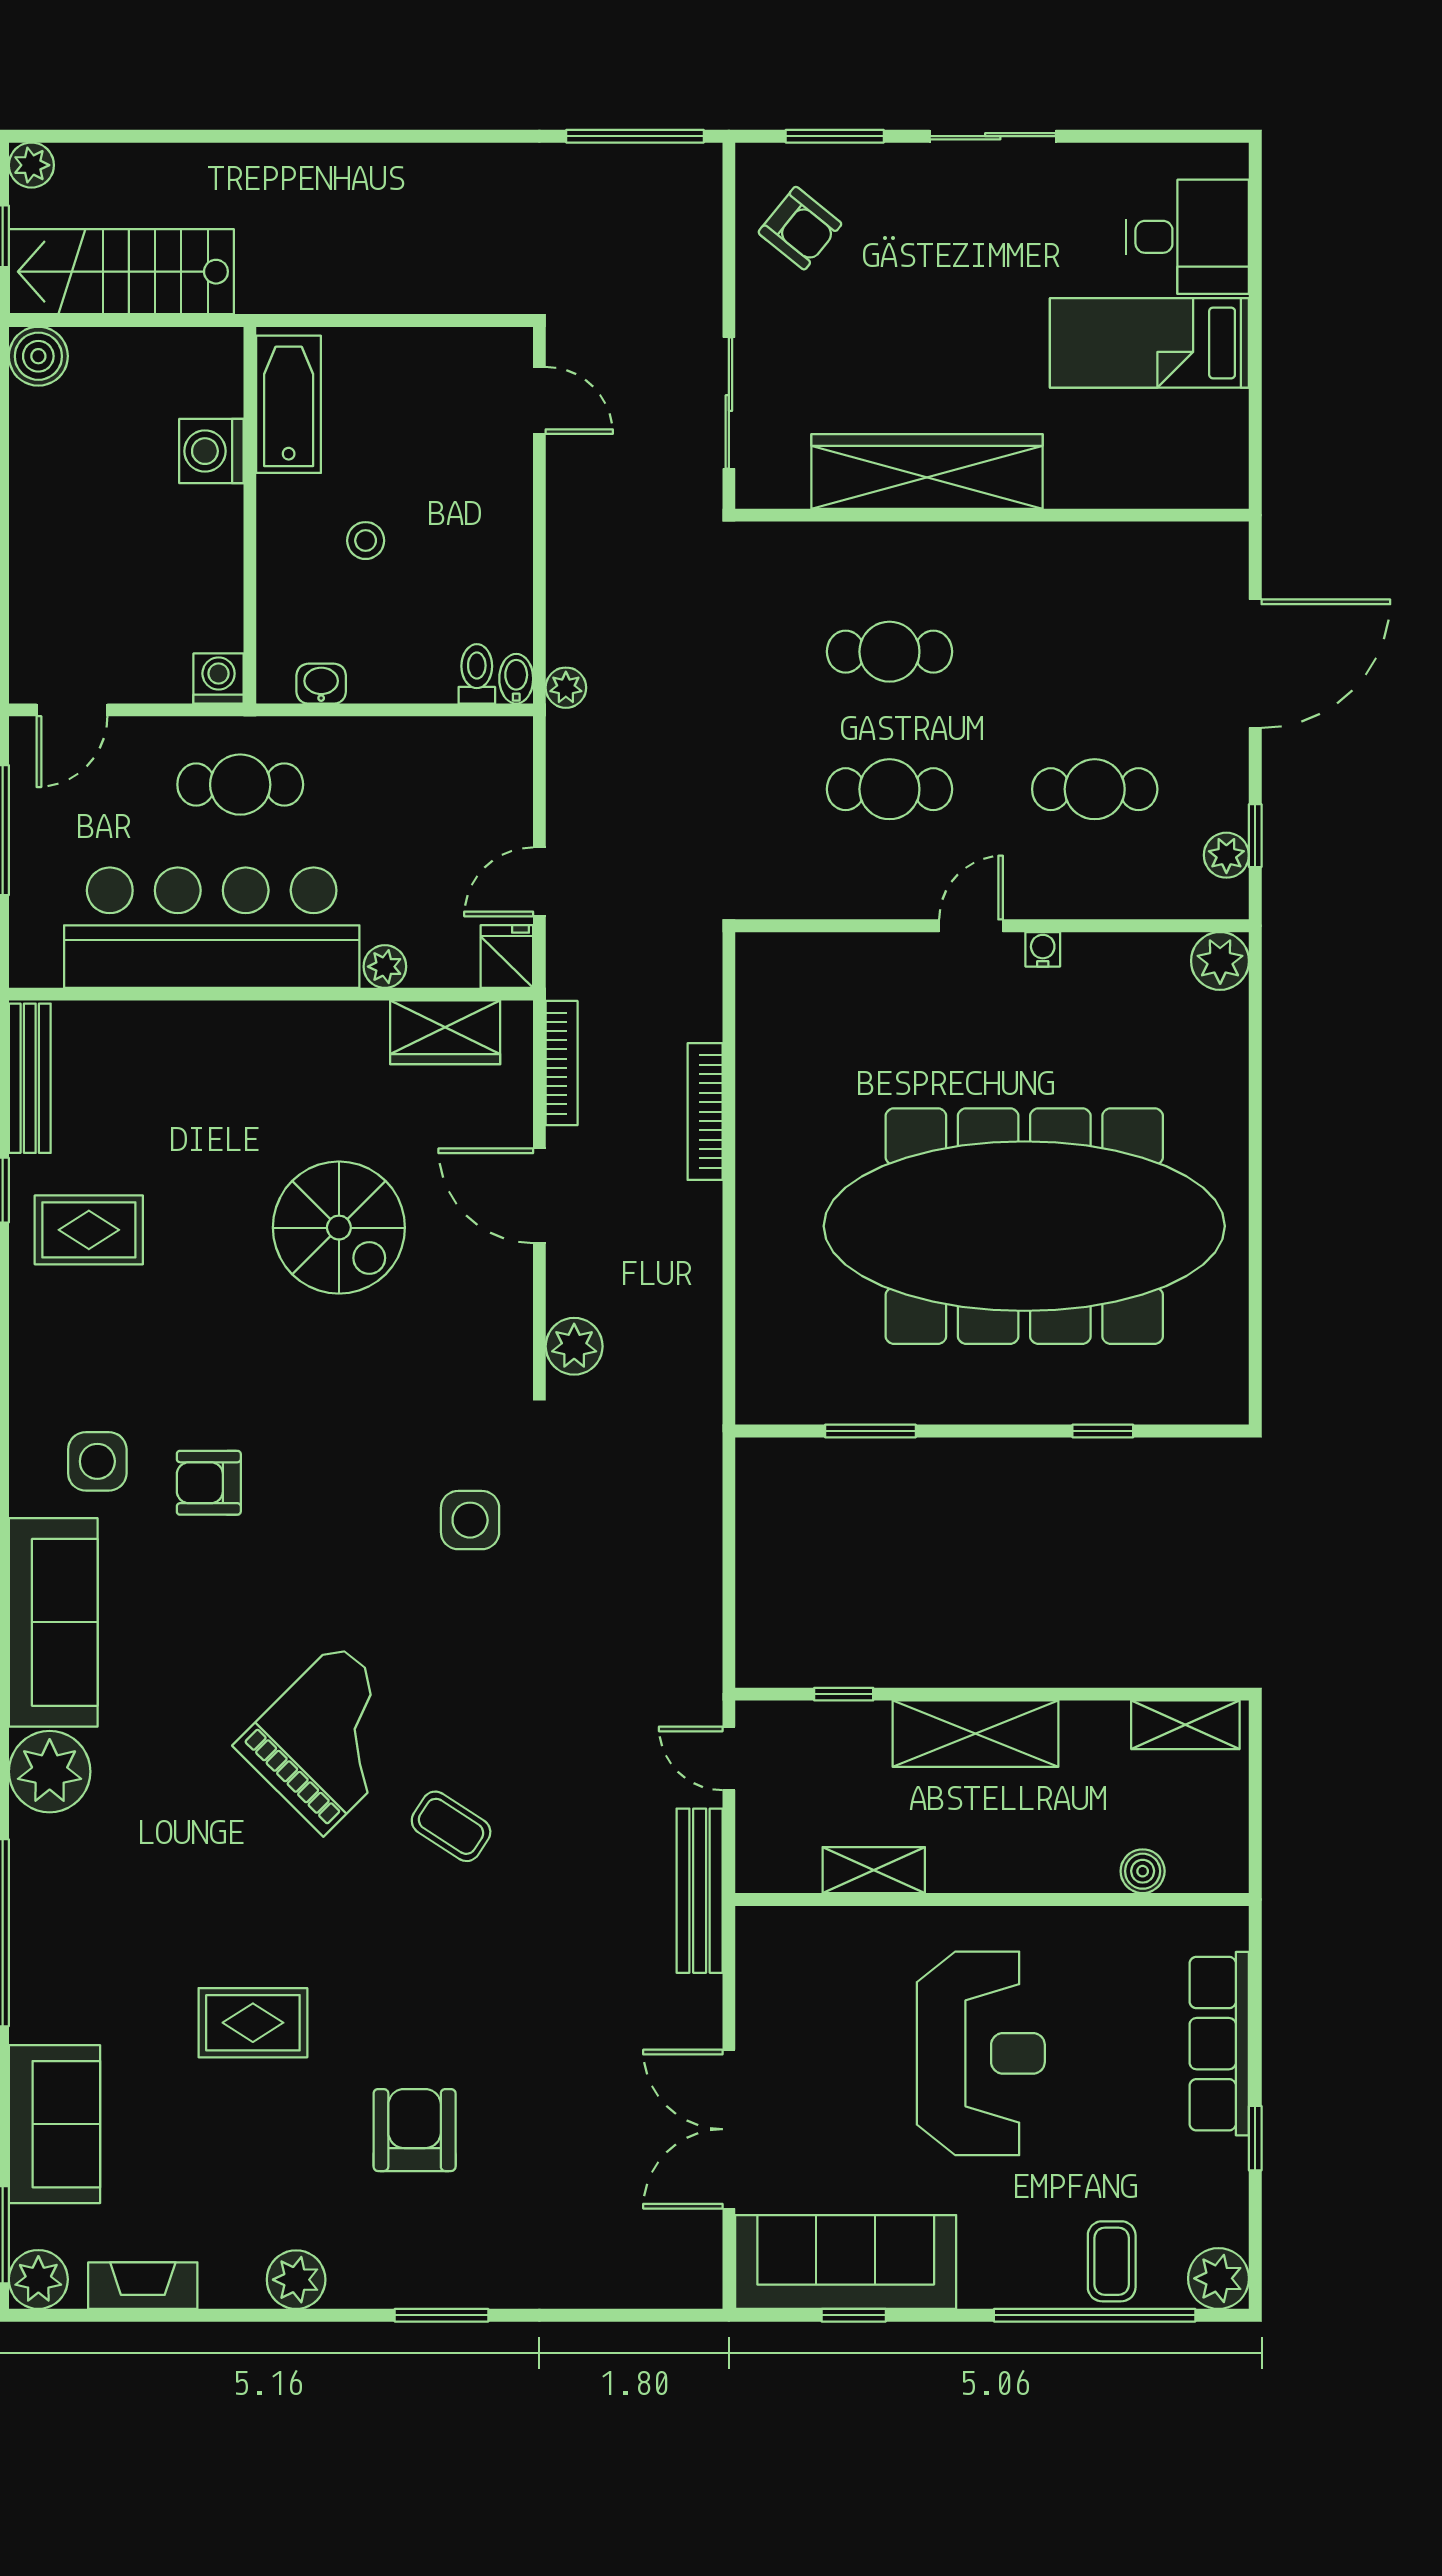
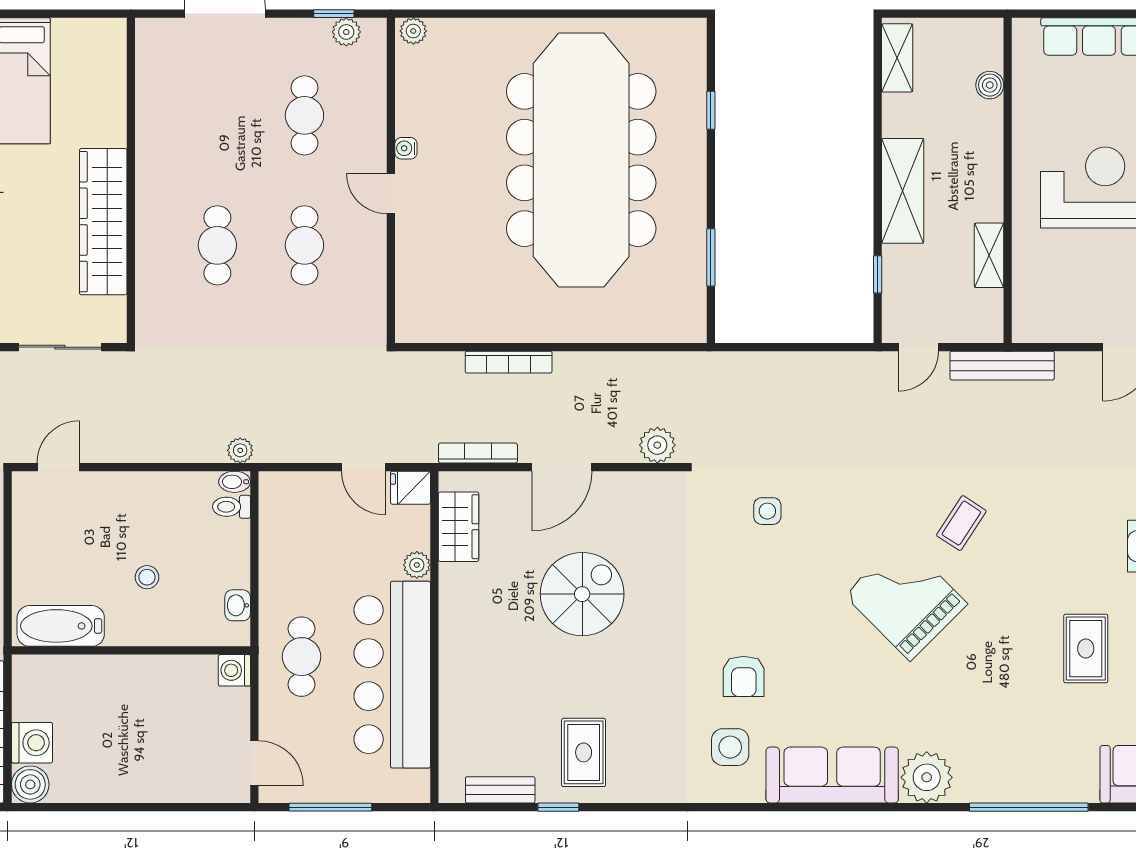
washing machine: (211, 451) -> (32, 743), moved, turned -90
plant: (1220, 961) -> (413, 31), width x0.73, depth x0.73
bench: (30, 1078) -> (500, 790), width x0.73
side table: (470, 1520) -> (767, 511), width x0.73, depth x0.73

